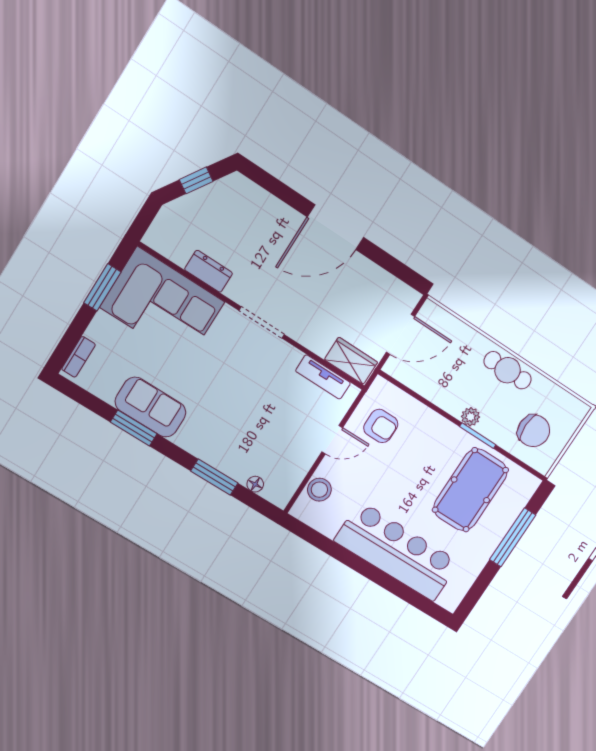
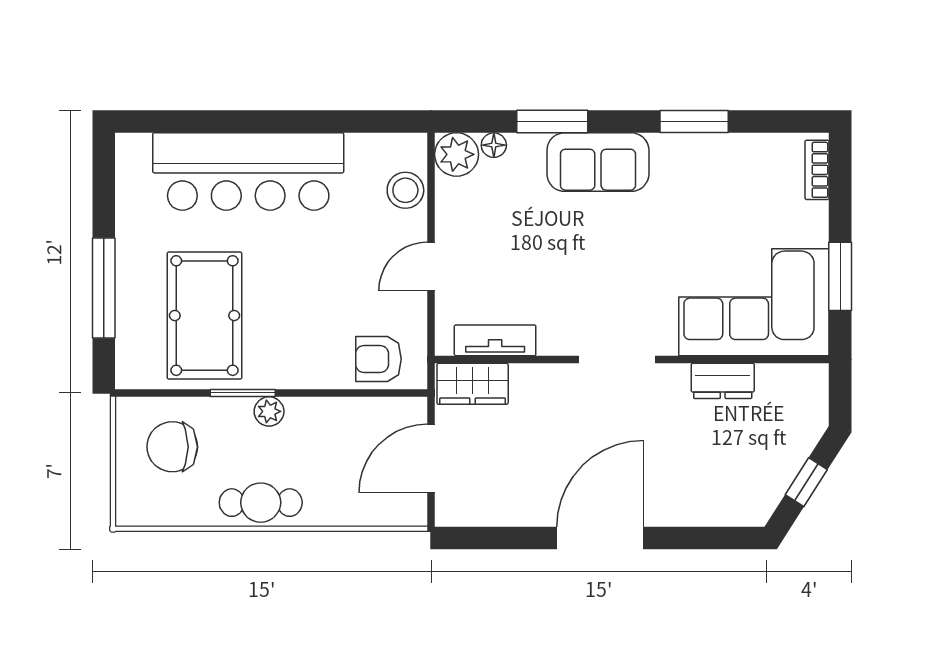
sofa: (151, 407) -> (598, 162), moved
armchair: (381, 426) -> (378, 359), moved
plant: (279, 492) -> (457, 154), added

